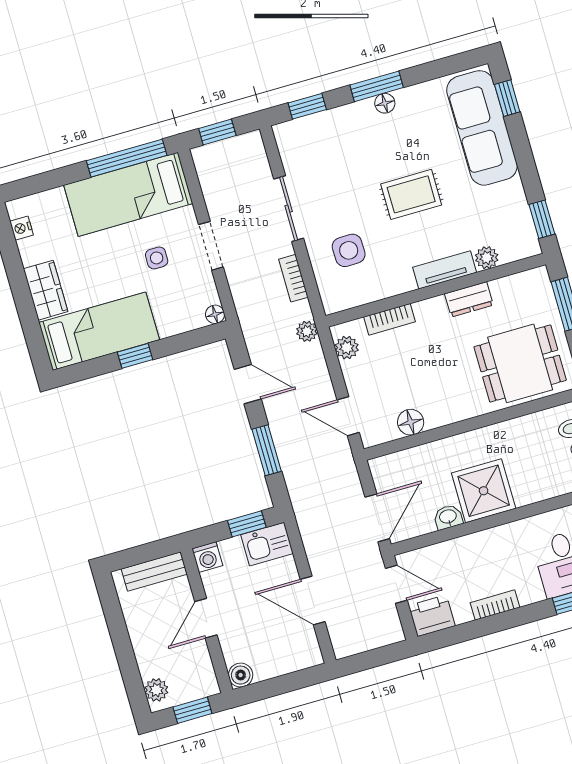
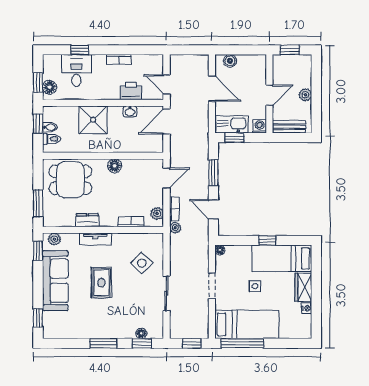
floor lamp: (385, 103) -> (141, 333), moved
sofa: (482, 128) -> (55, 281), moved
rug: (411, 194) -> (101, 283), turned 90
nightstand: (22, 228) -> (307, 308), moved
side table: (349, 250) -> (142, 263), turned 45
side table: (157, 258) -> (255, 286), moved
plant: (487, 258) -> (54, 239), moved
bookcase: (293, 278) -> (174, 209), moved
door: (348, 416) -> (167, 178), hinge flipped
floor lamp: (411, 422) -> (115, 166), moved
shower: (484, 491) -> (93, 120), moved
kitchen sink: (267, 544) -> (232, 124), width x1.38
printer: (432, 616) -> (131, 91), moved, turned 180
boiler: (241, 675) -> (230, 61), moved
plant: (156, 690) -> (305, 95), moved

